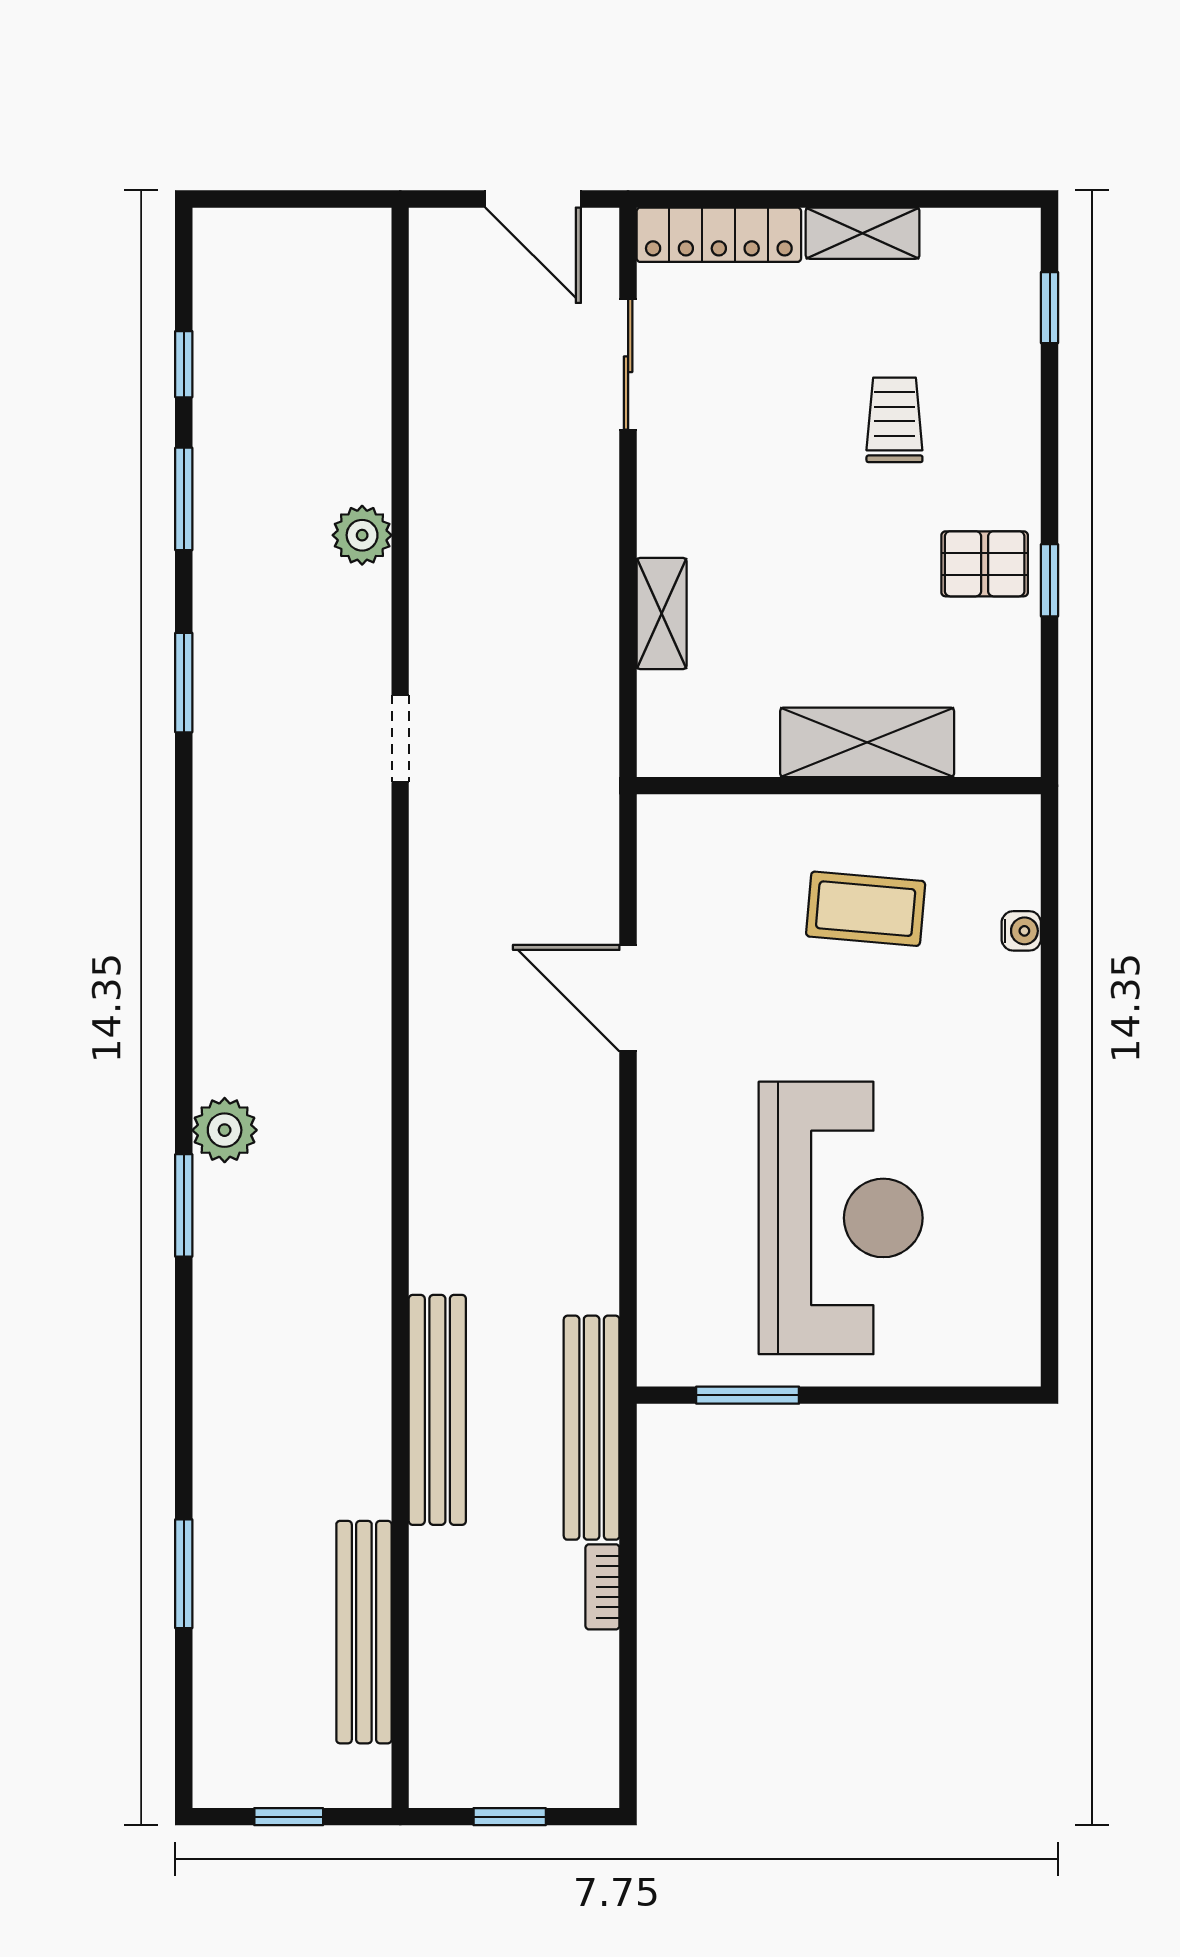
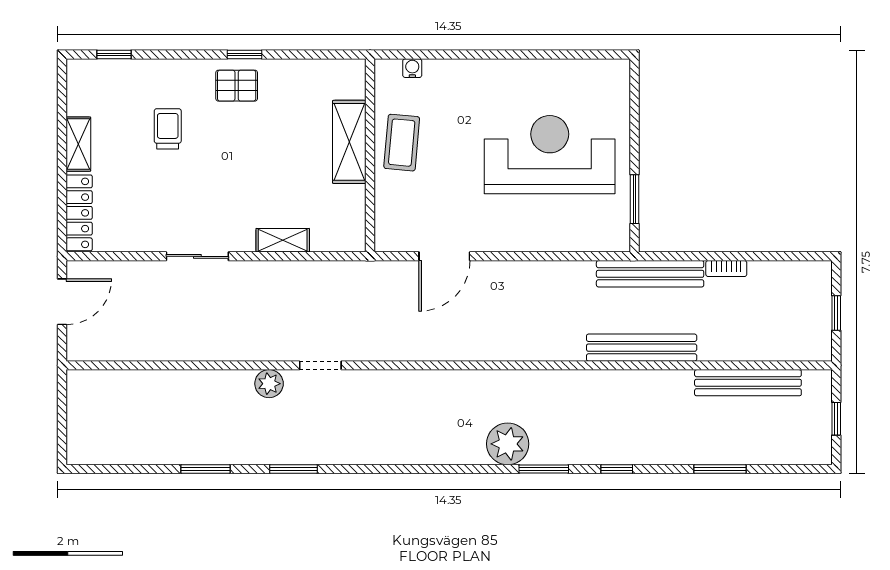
window: (184, 364) -> (617, 469), moved
sliding door: (628, 364) -> (197, 256), moved
trolley: (894, 420) -> (168, 129), turned 90
plant: (362, 535) -> (269, 384), moved
pallet: (985, 564) -> (237, 86), turned 90
shelving: (662, 614) -> (283, 240), moved
shelving: (867, 742) -> (349, 142), moved
wall: (839, 786) -> (370, 155), moved
plant: (225, 1130) -> (508, 444), width x1.36, depth x1.36

